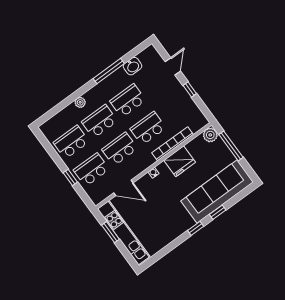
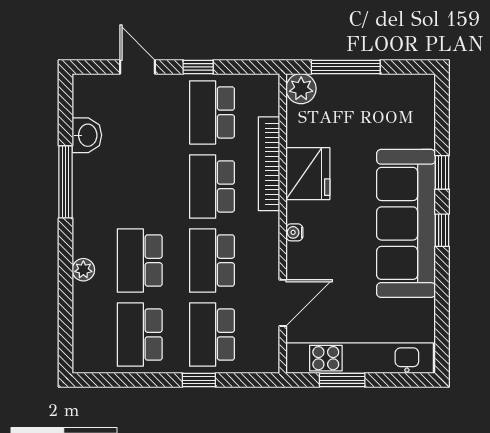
school desk: (128, 101) -> (212, 112), moved
sofa: (217, 192) -> (406, 223), moved

